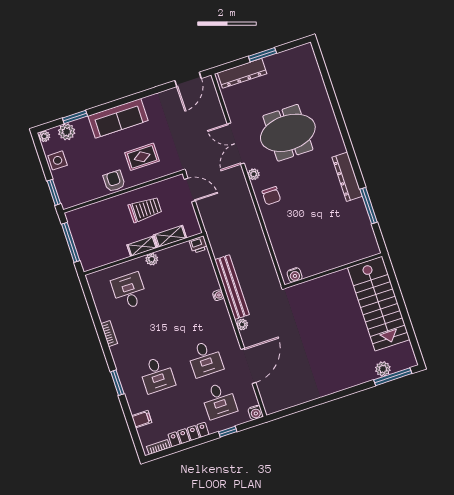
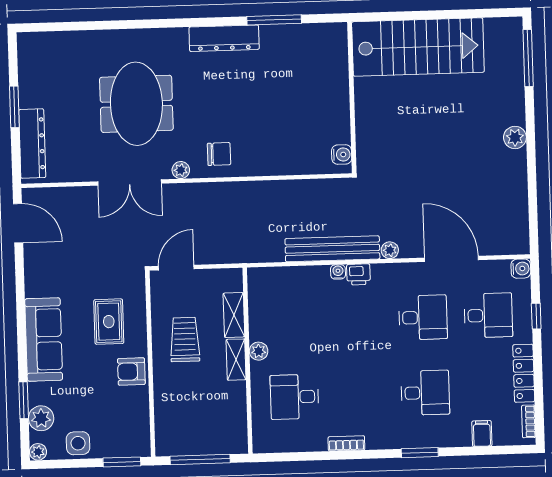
printer: (198, 245) -> (358, 274), moved, turned 90
plant: (383, 369) -> (515, 137), moved

